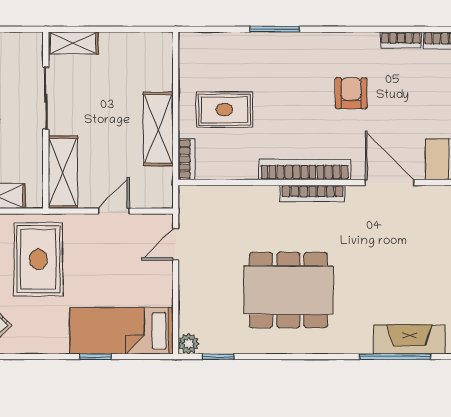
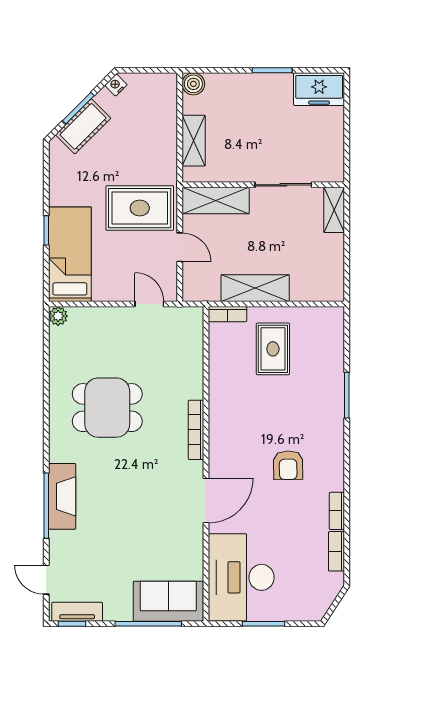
armchair: (351, 93) -> (288, 465), turned 89
bookcase: (305, 170) -> (218, 422), removed
rug: (38, 259) -> (140, 208), moved
dining table: (288, 290) -> (107, 408), width x0.73
fireplace: (409, 339) -> (62, 496), moved
window: (218, 357) -> (46, 343), removed

